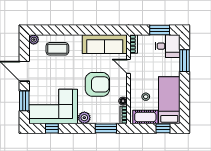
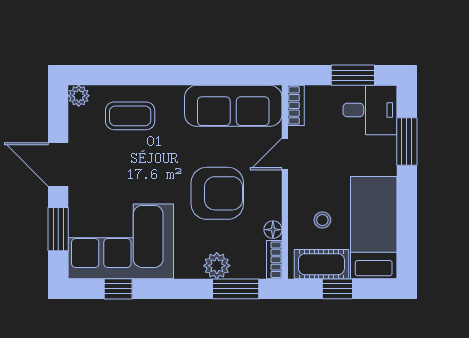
door: (129, 66) -> (285, 154), hinge flipped
plant: (84, 118) -> (217, 266), moved
window: (163, 128) -> (337, 289), moved

